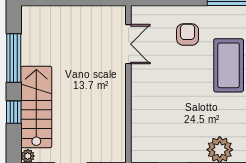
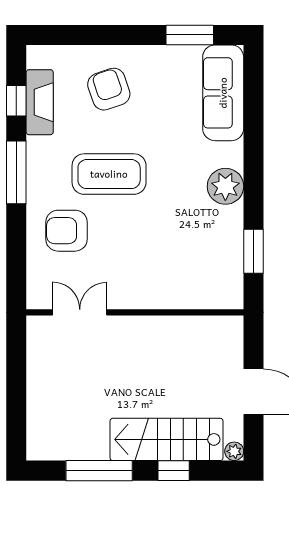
armchair: (188, 35) -> (67, 231), width x1.38, depth x1.38

